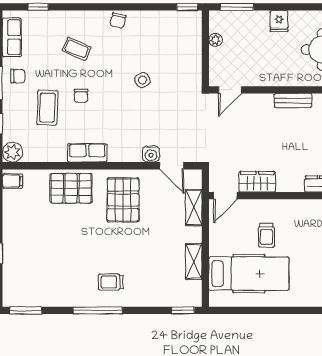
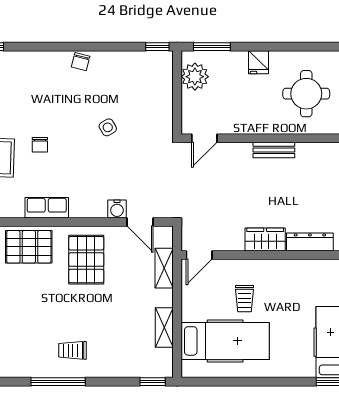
plant: (216, 40) -> (195, 77), width x1.88, depth x1.88
coffee table: (77, 49) -> (35, 93), removed
wardrobe: (257, 182) -> (265, 240), moved

